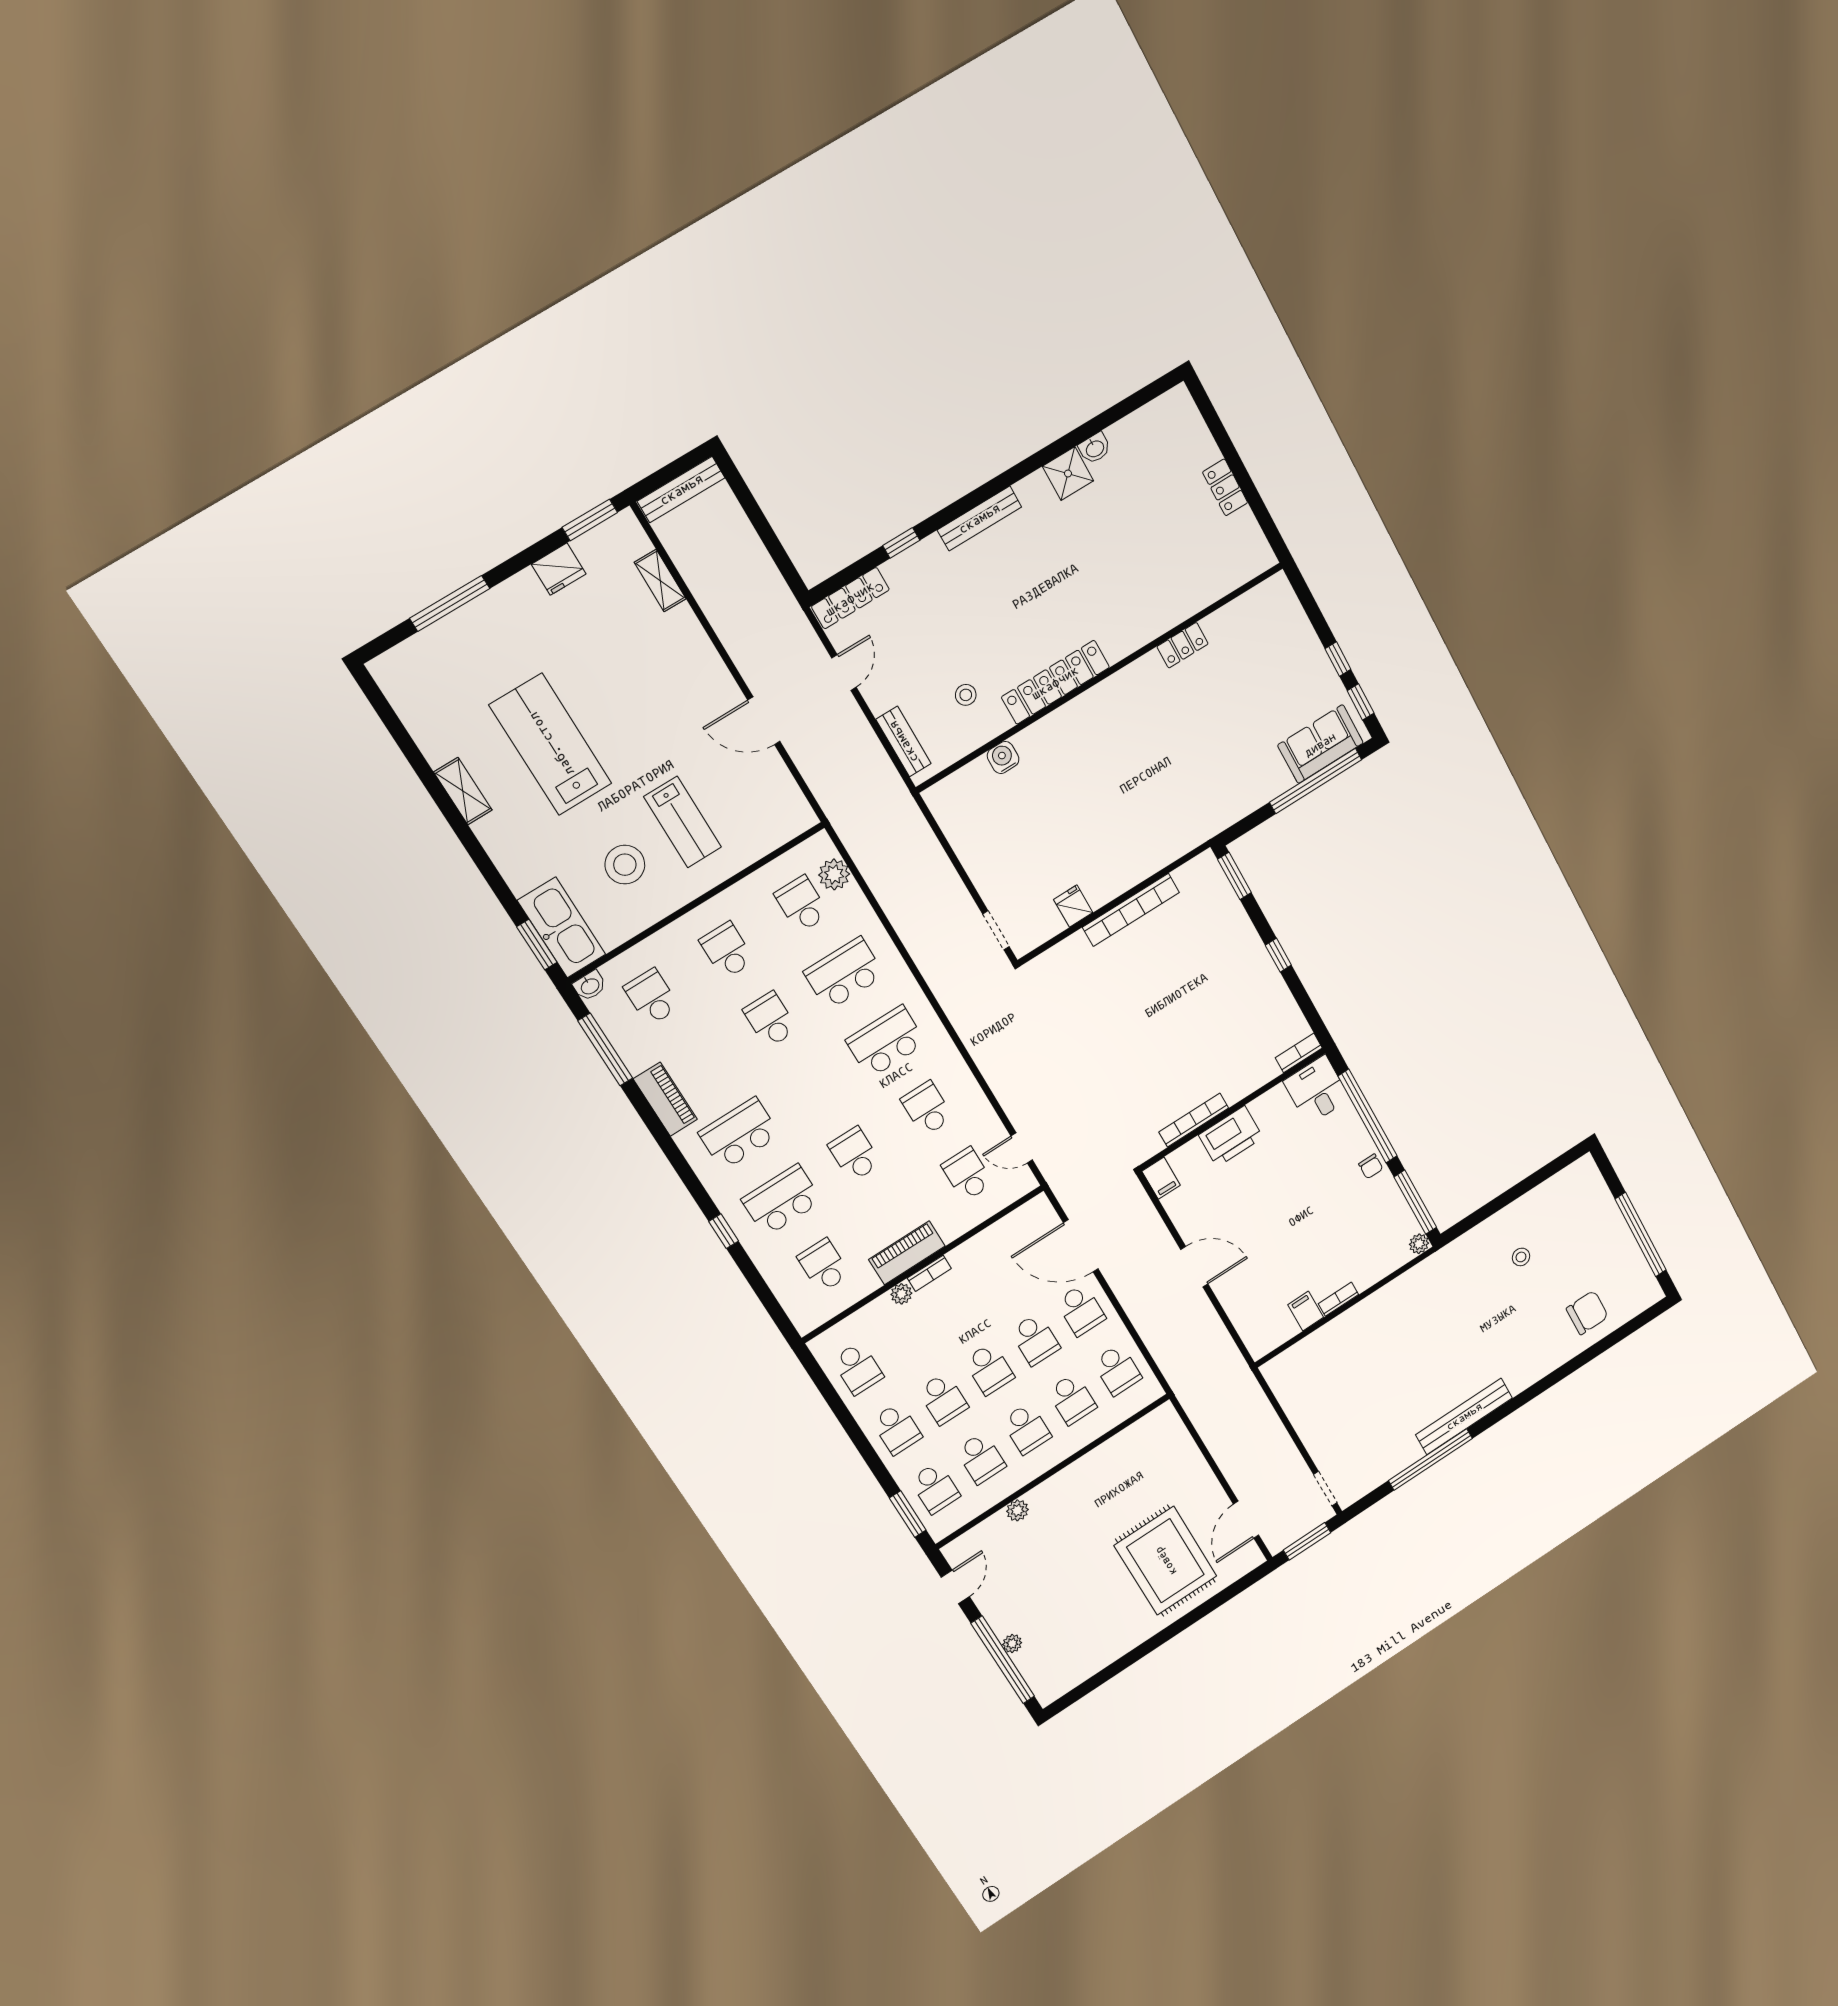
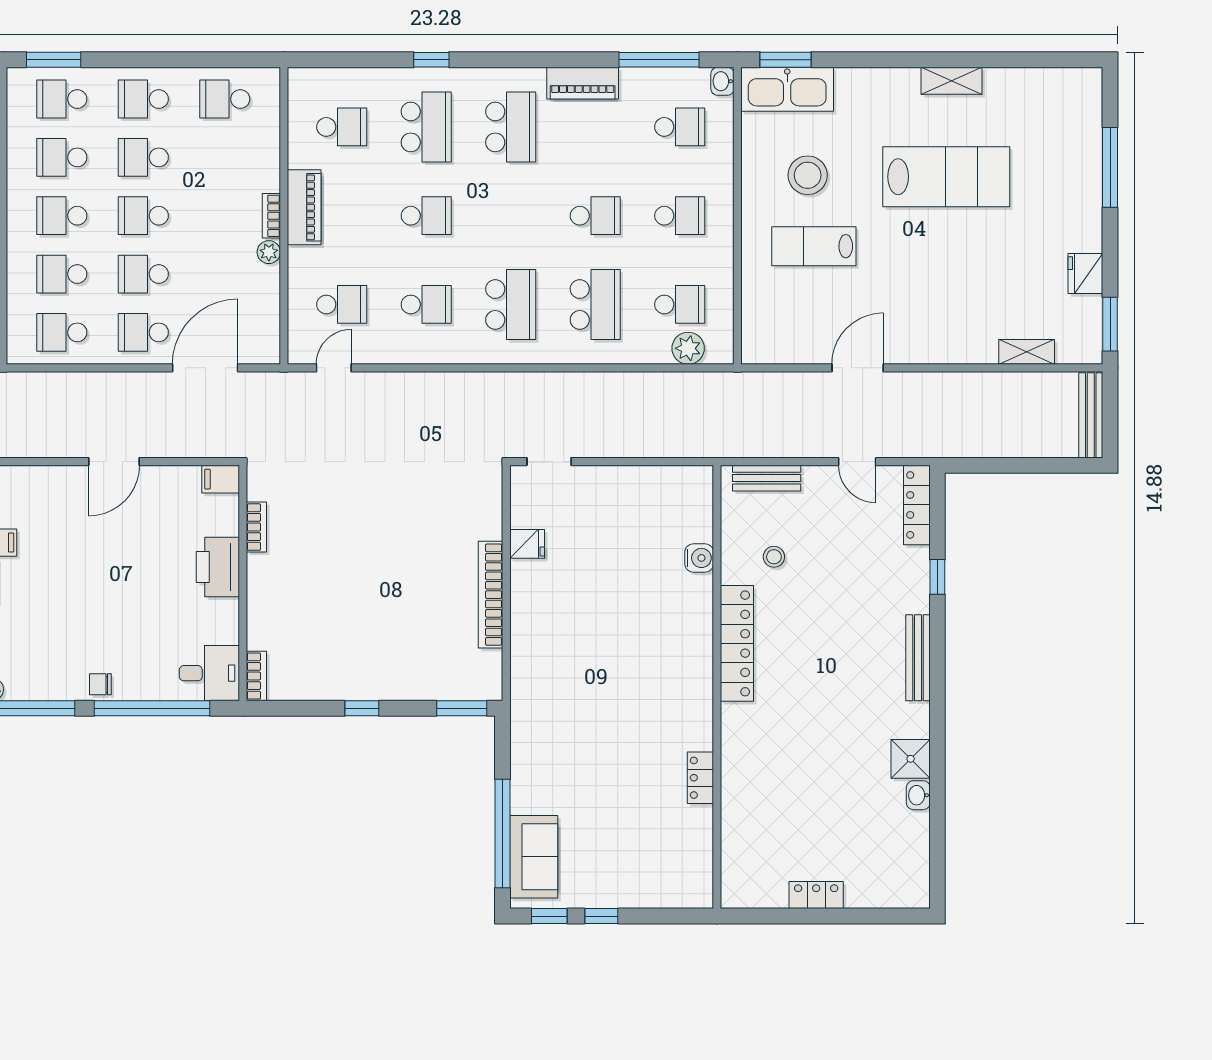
bookcase: (1194, 1120) -> (256, 527), width x0.64
plant: (901, 1294) -> (269, 252), moved

